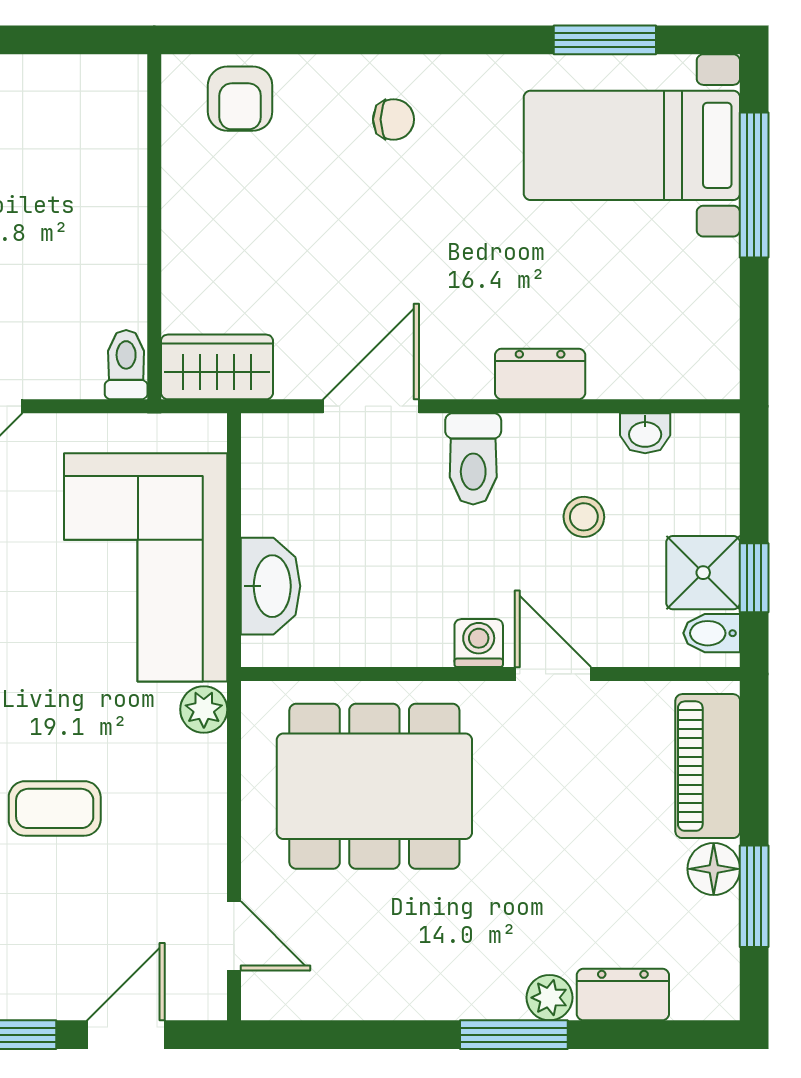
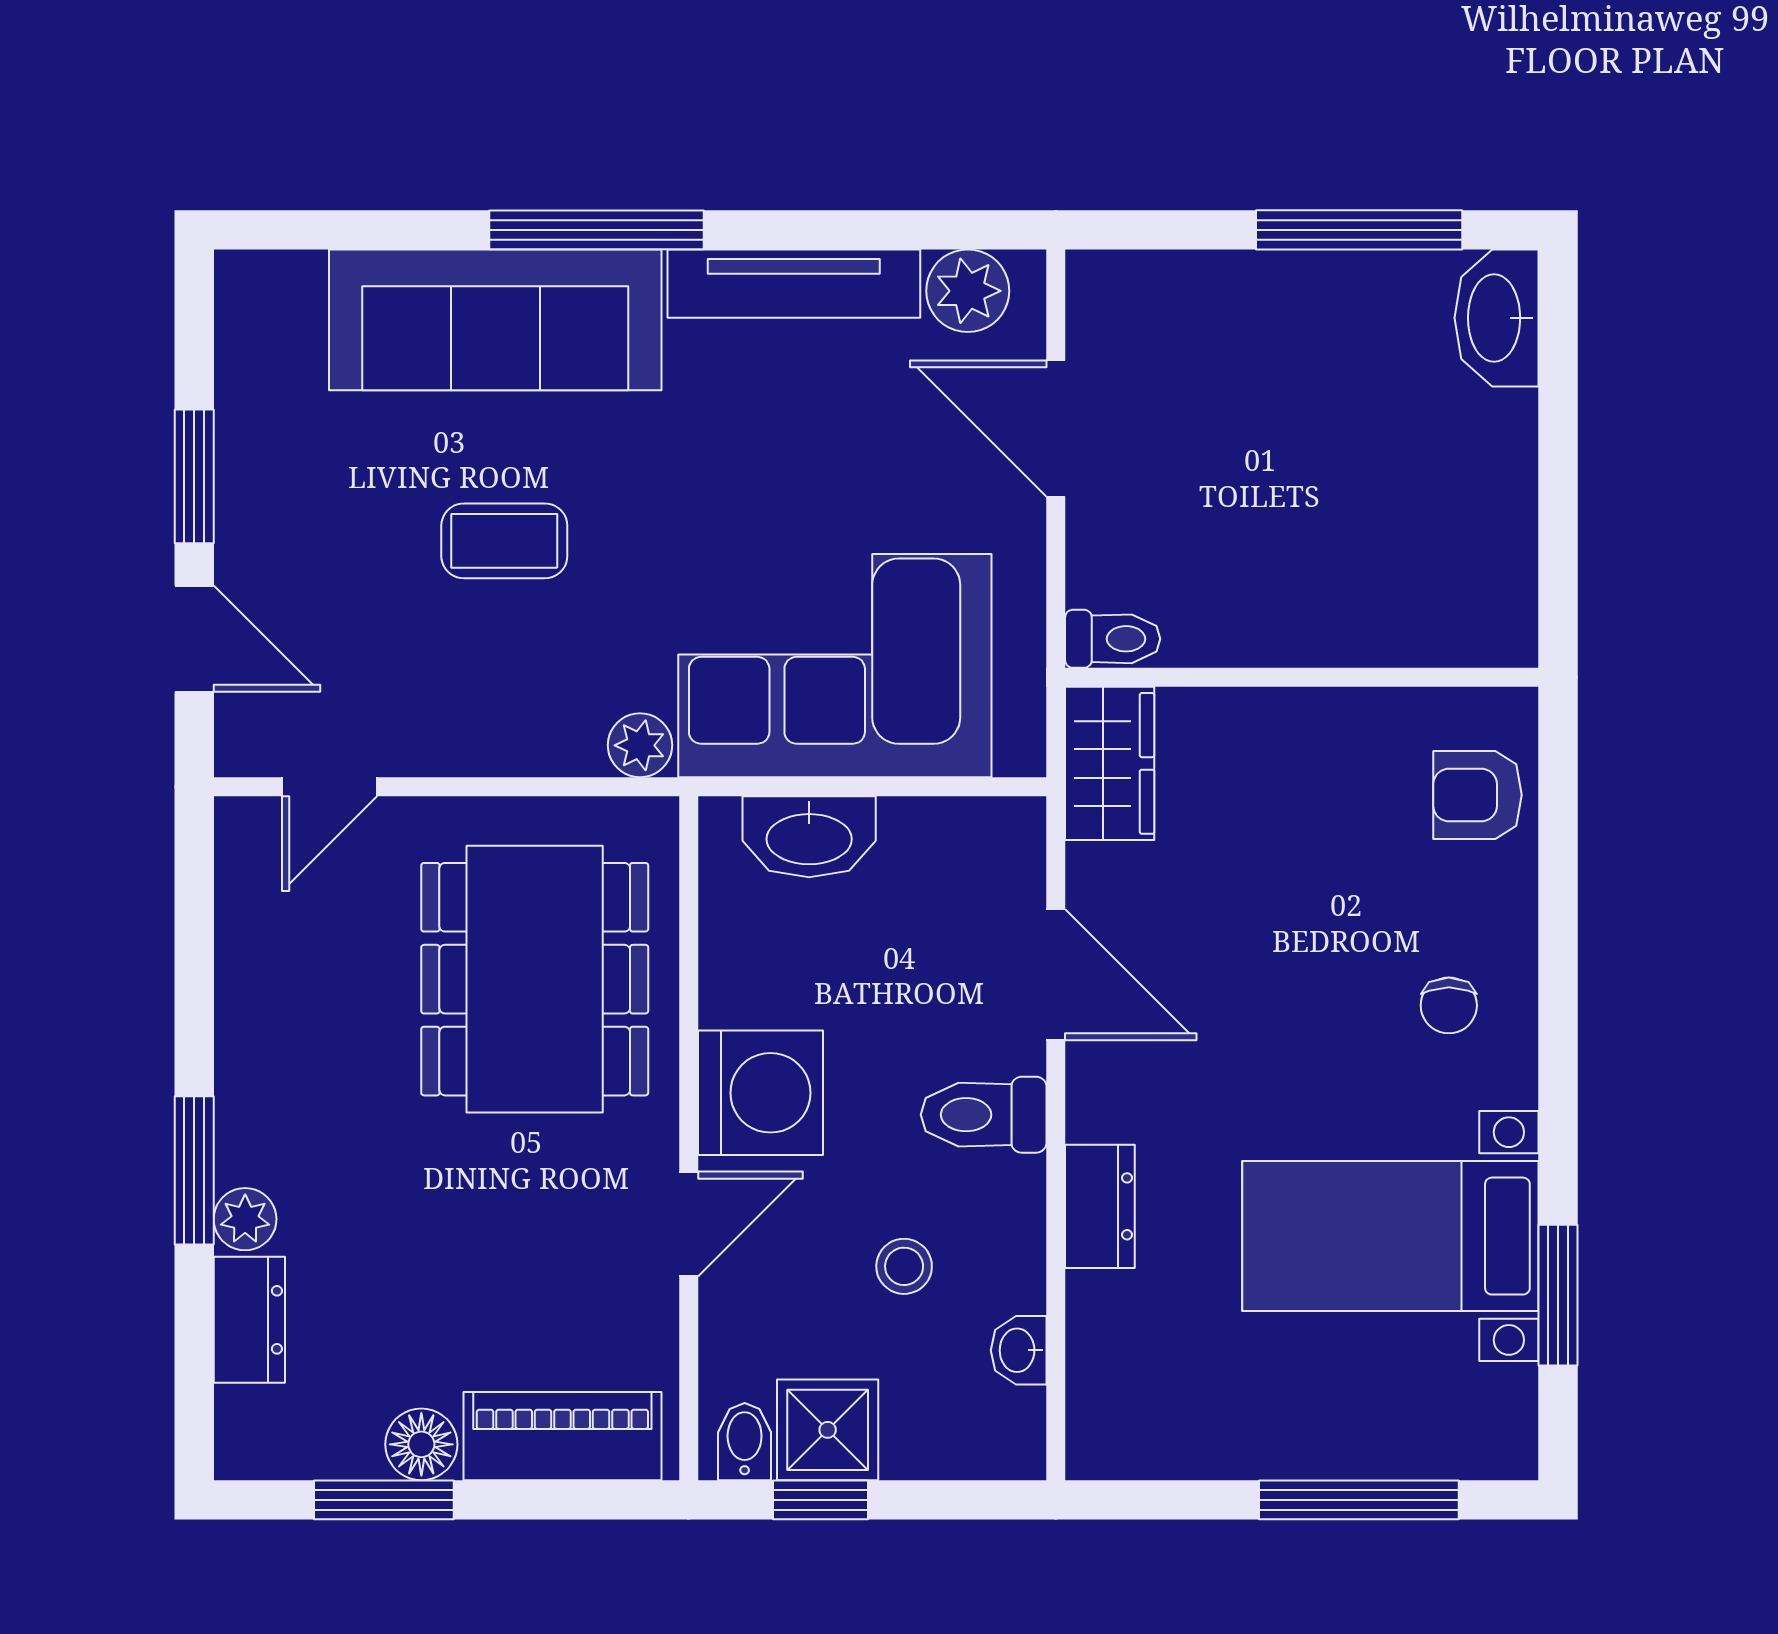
bed with nightstands: (632, 145) -> (1390, 1236), moved, turned -90
washing machine: (479, 643) -> (760, 1093), width x1.89, depth x1.89
coffee table: (55, 808) -> (504, 541), turned 90

